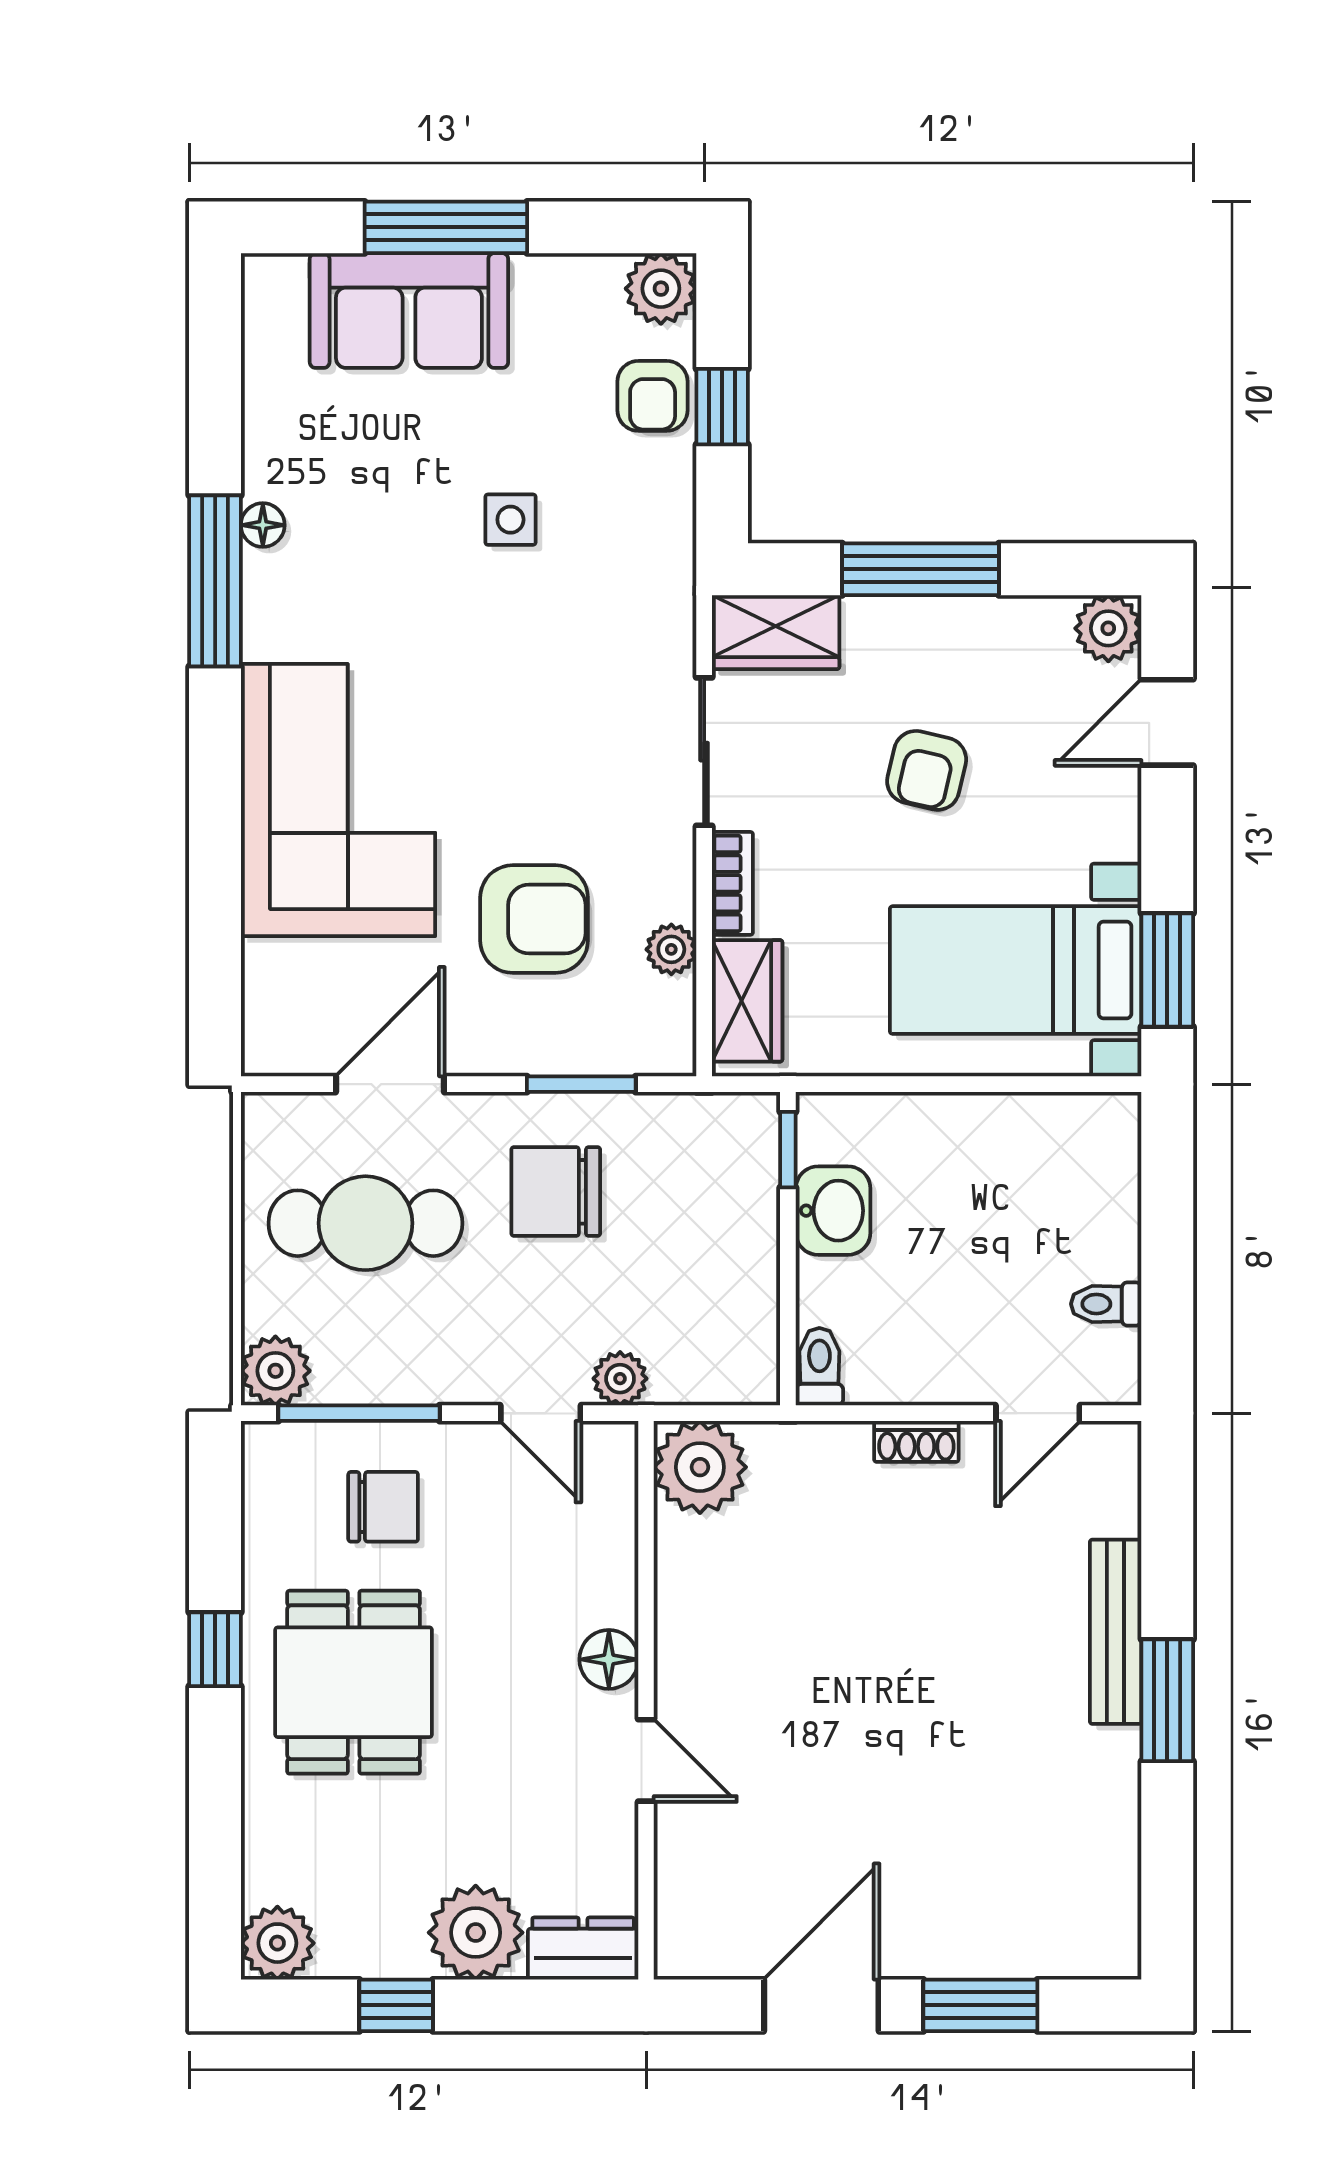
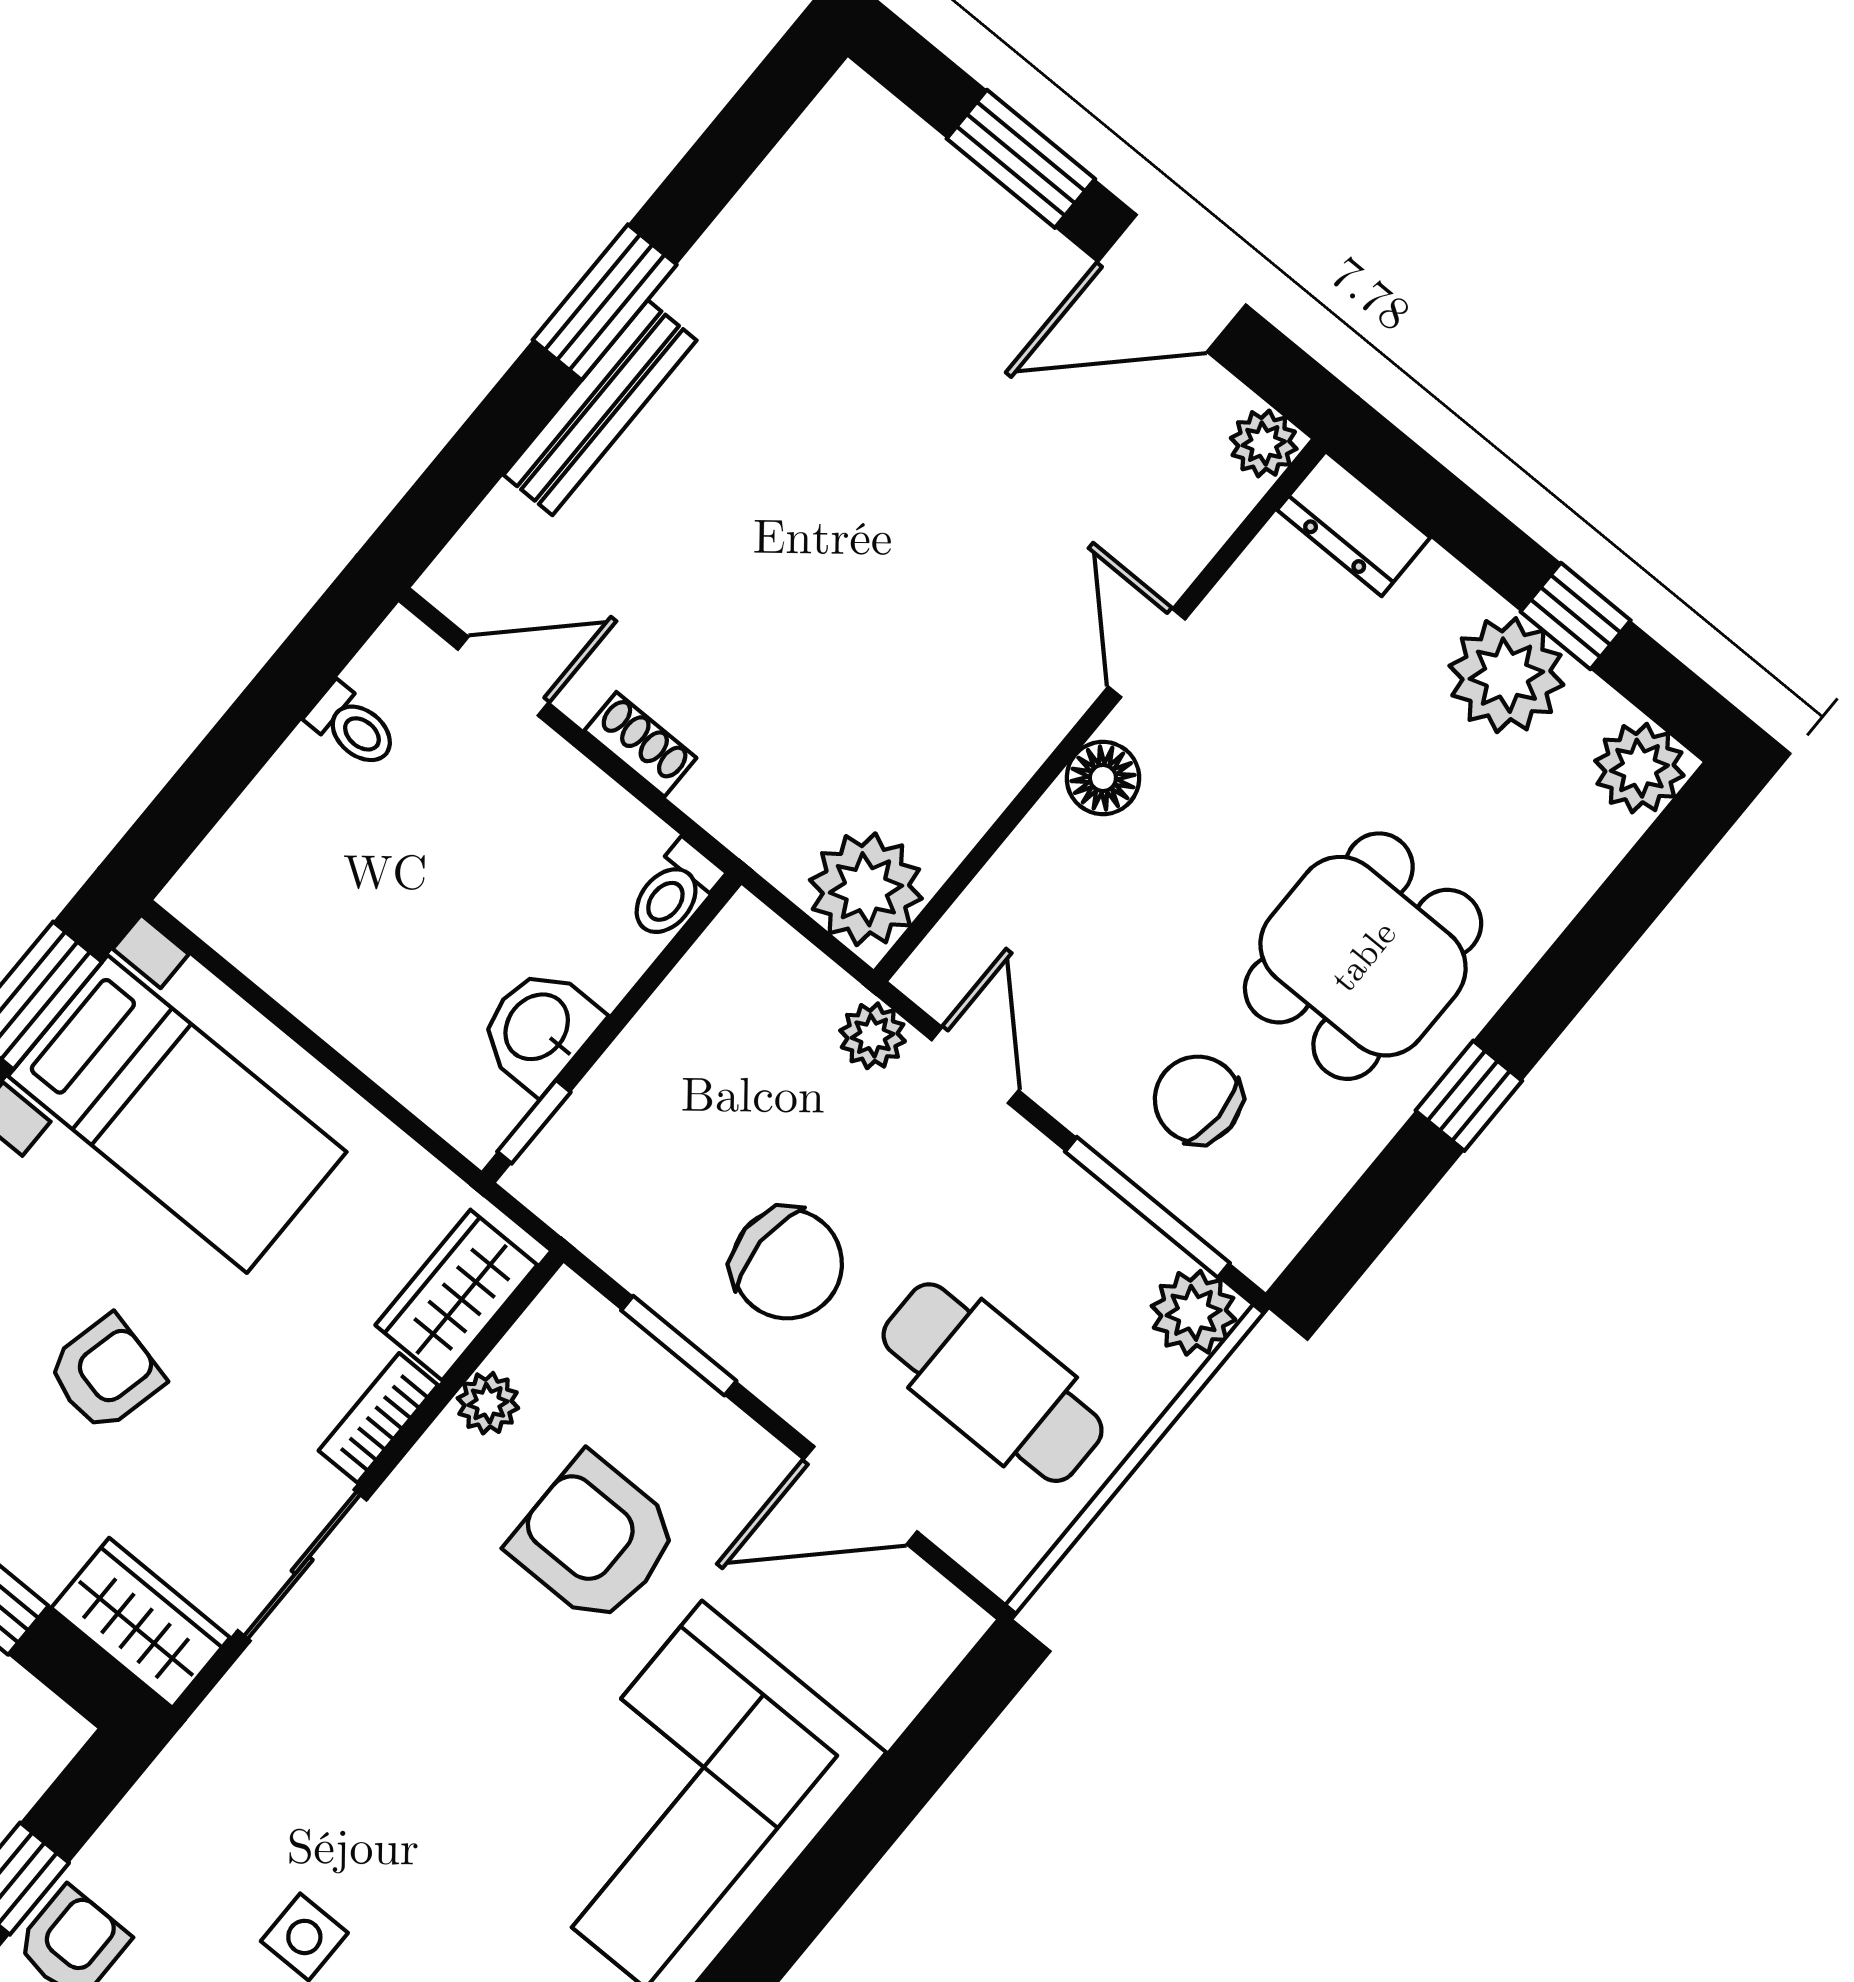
plant: (476, 1933) -> (1506, 675), moved
plant: (681, 1952) -> (1264, 443), added

